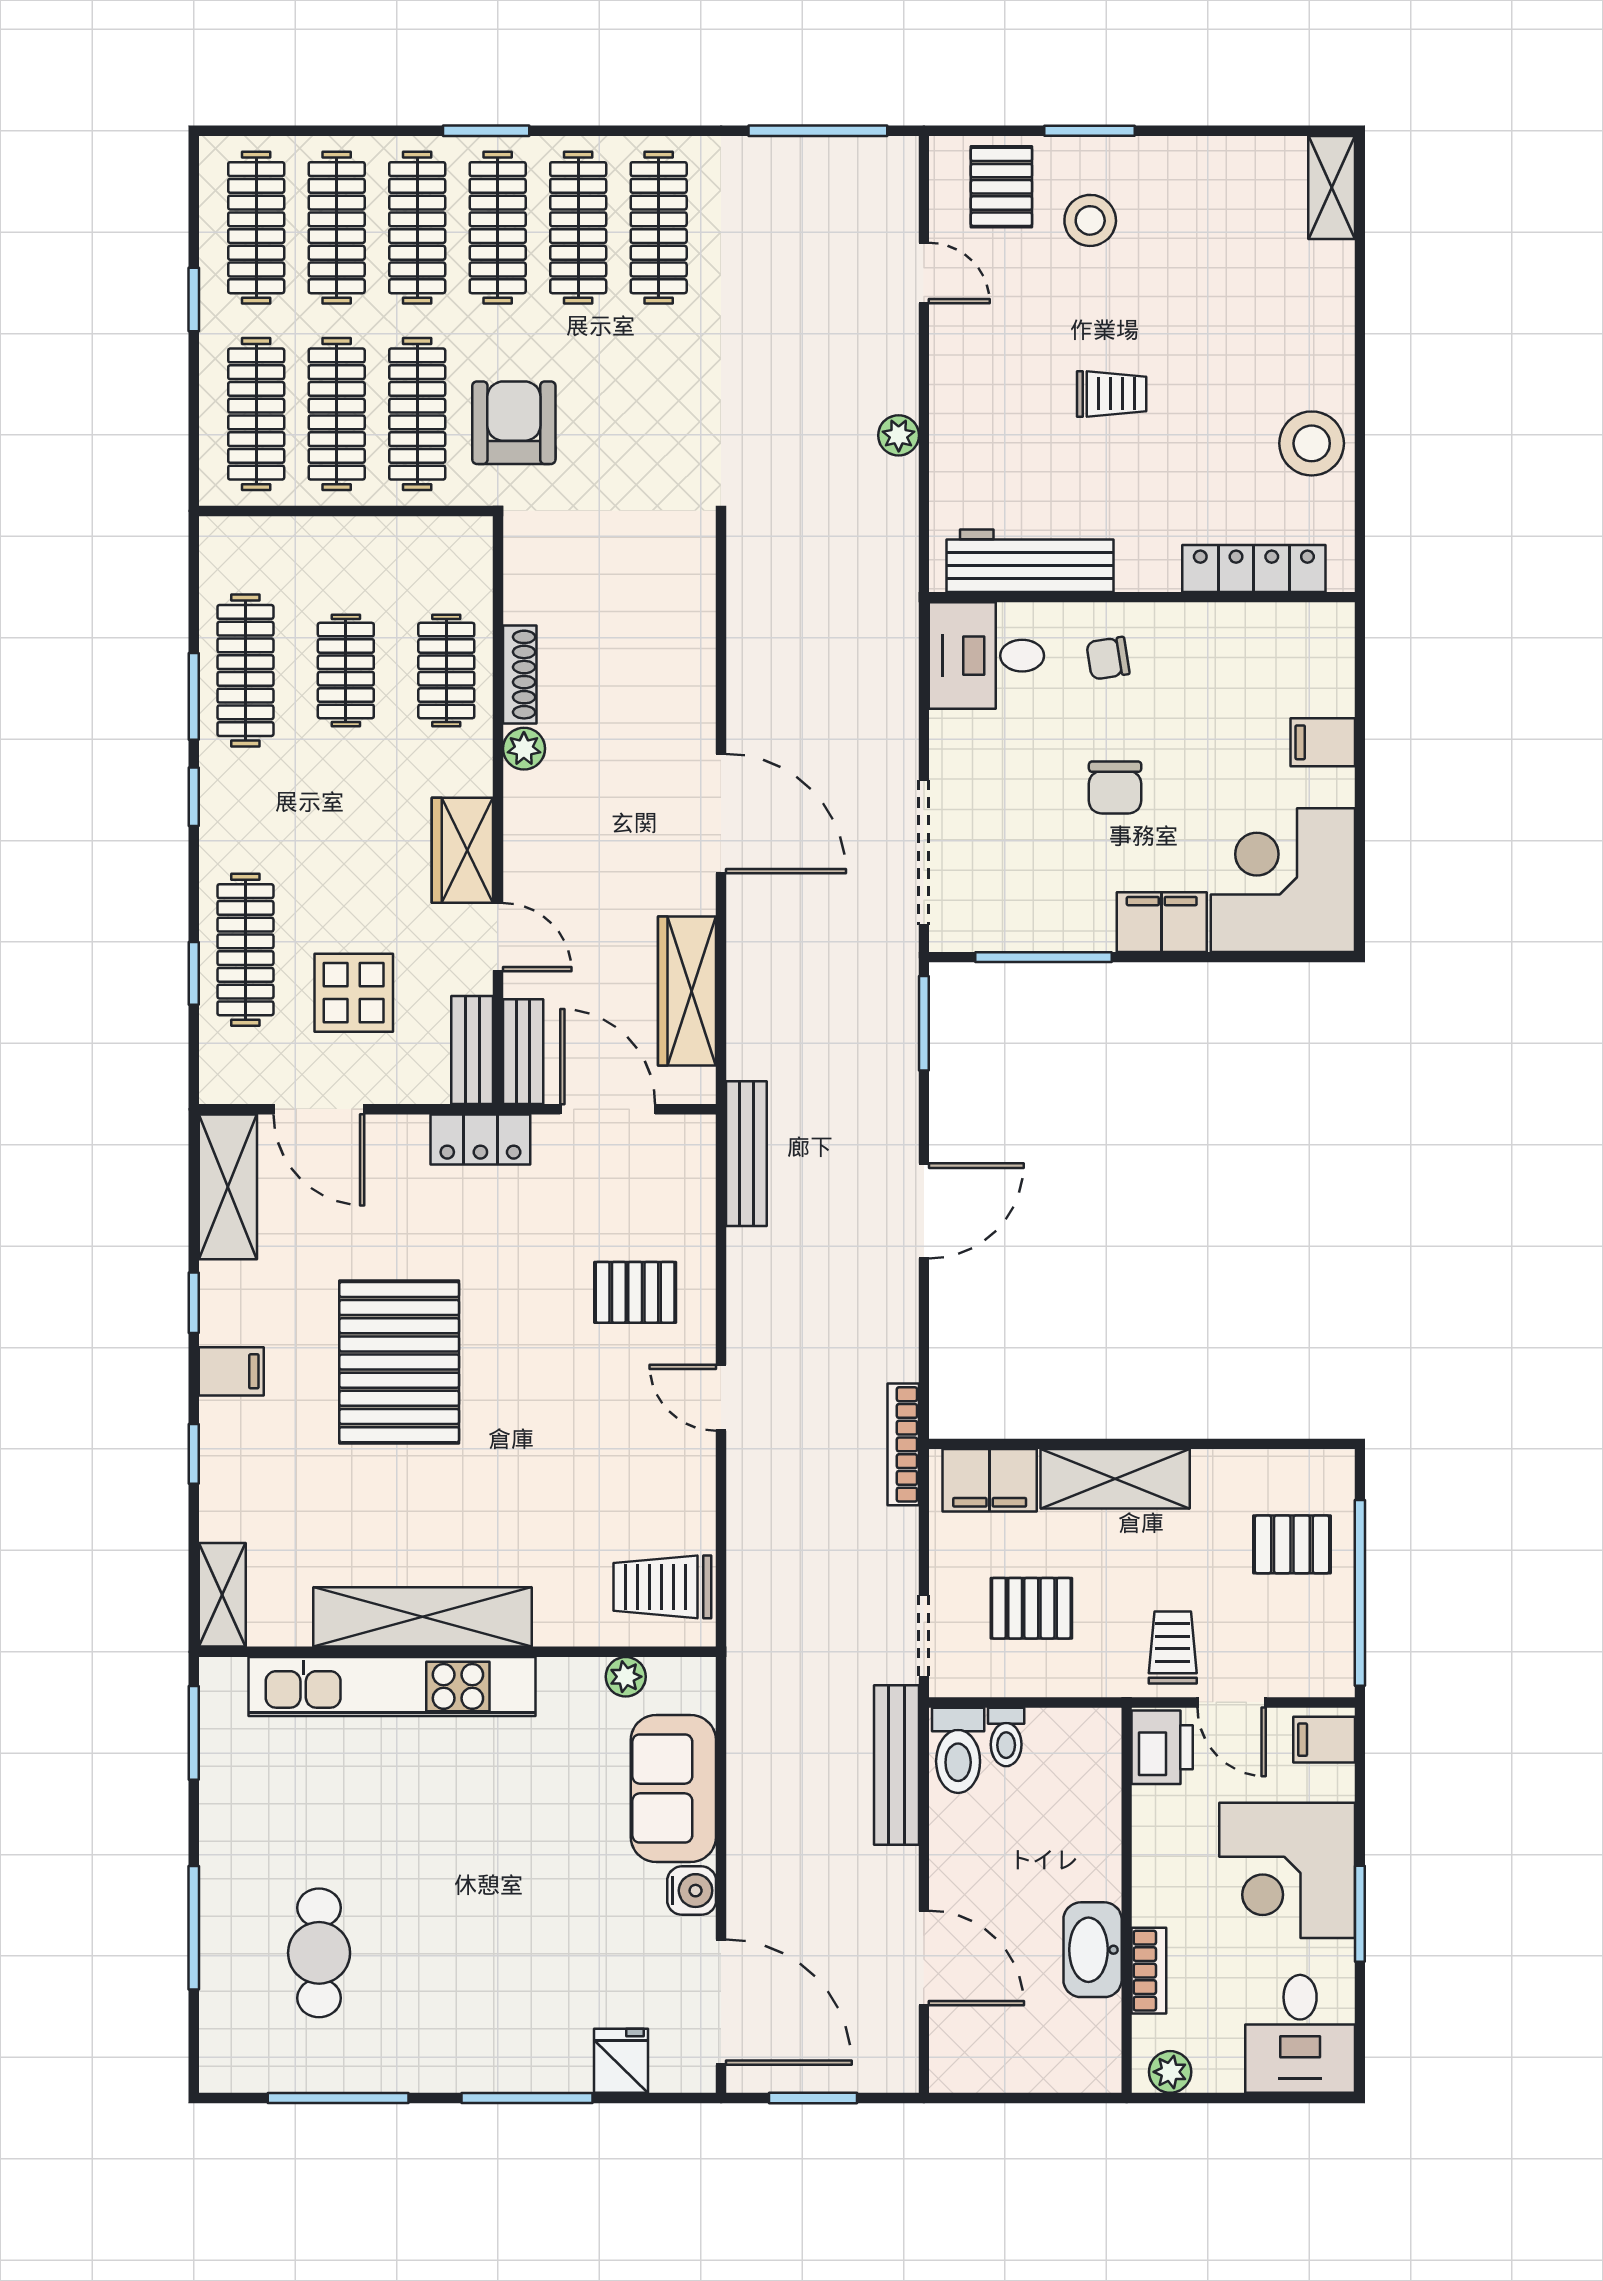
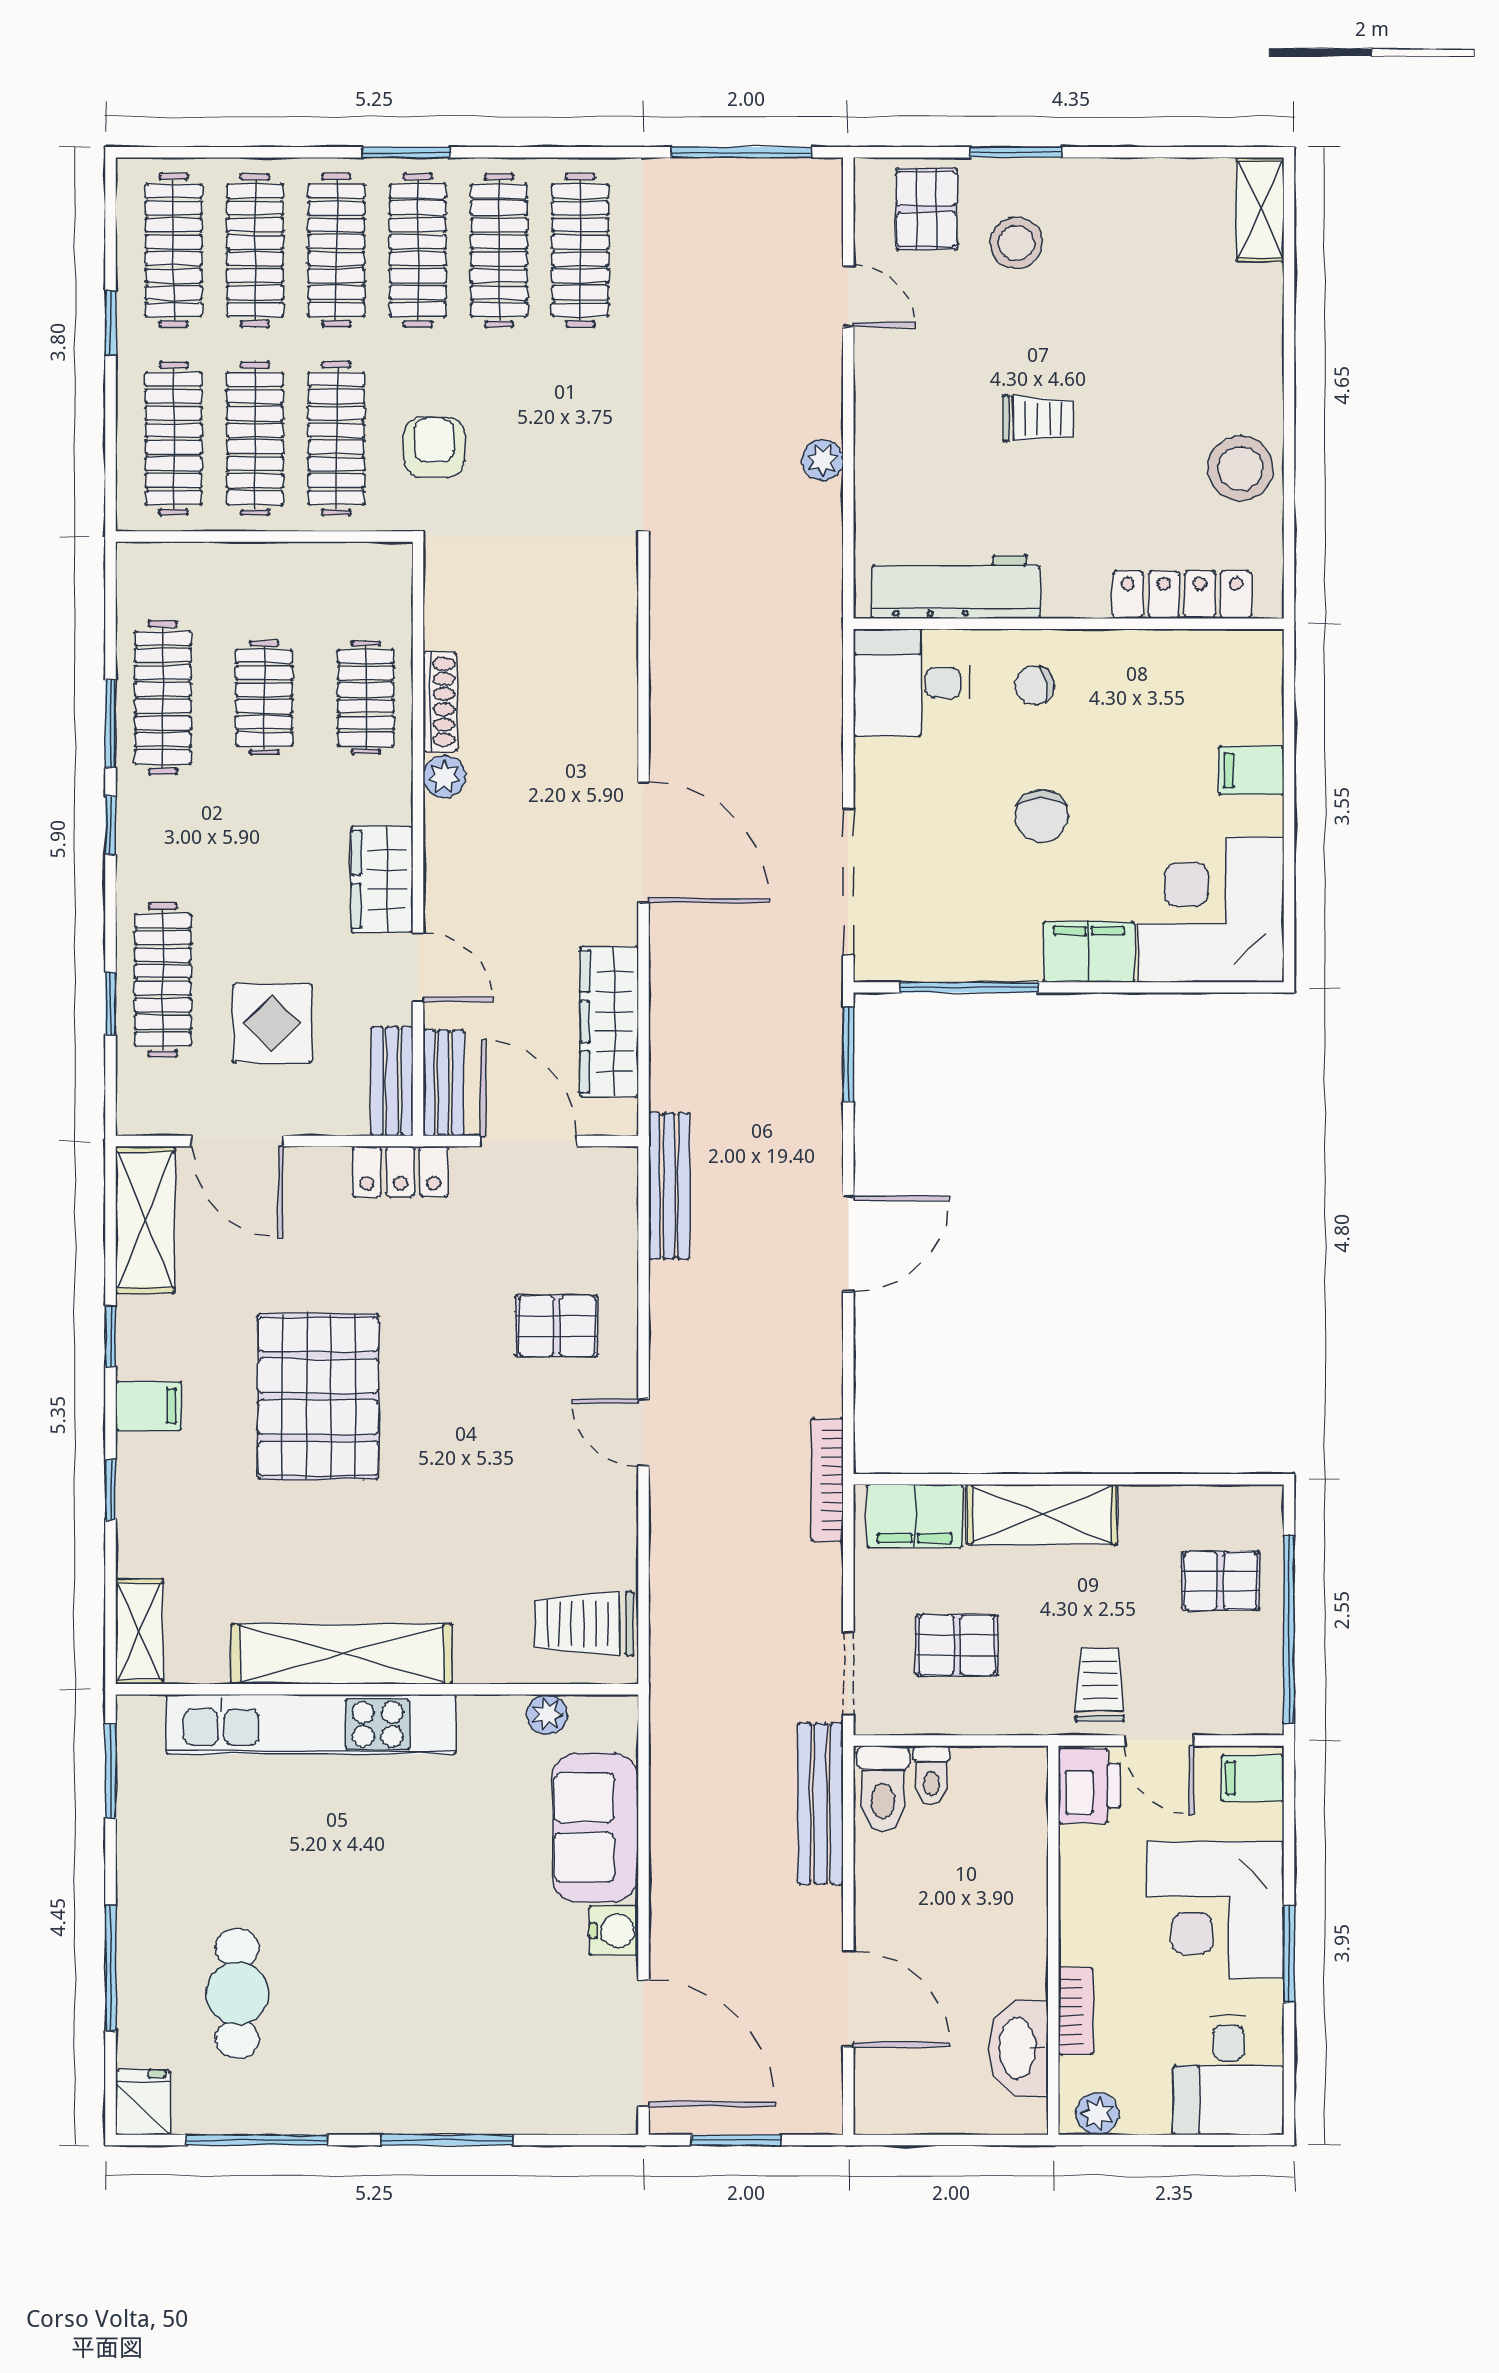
armchair: (514, 423) -> (434, 447), width x0.72, depth x0.72
washbasin: (1093, 1950) -> (1019, 2048), moved
fridge: (621, 2061) -> (143, 2102), moved

